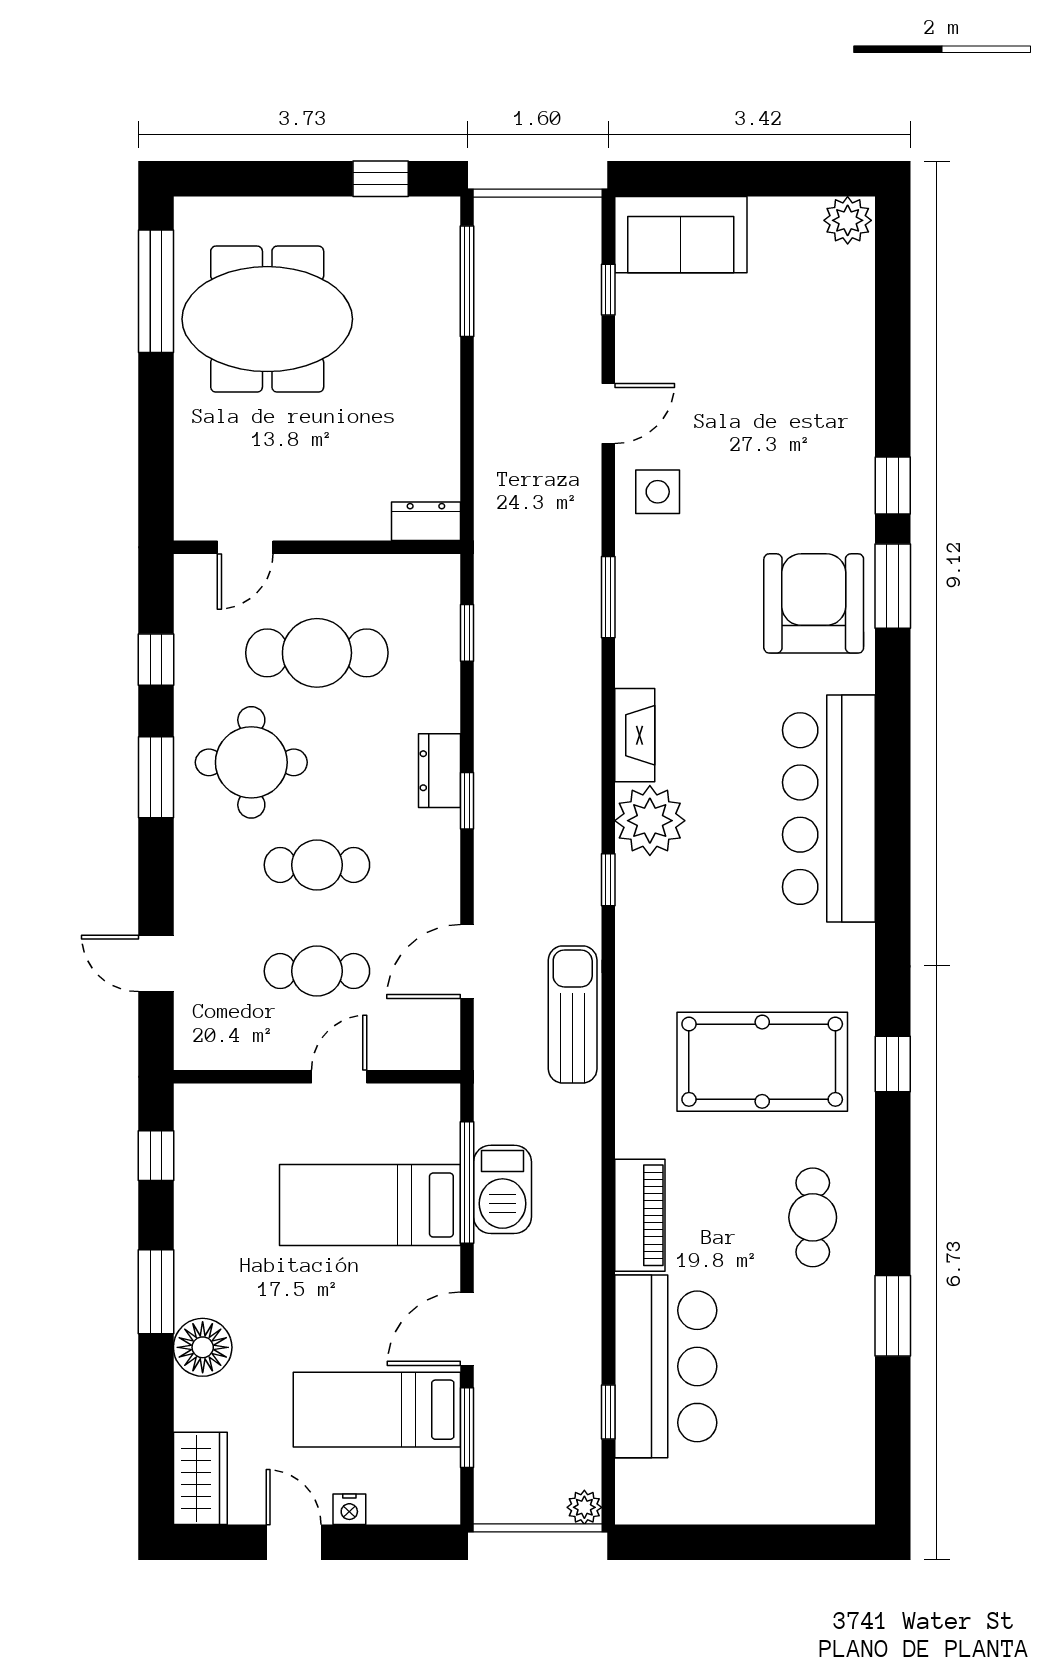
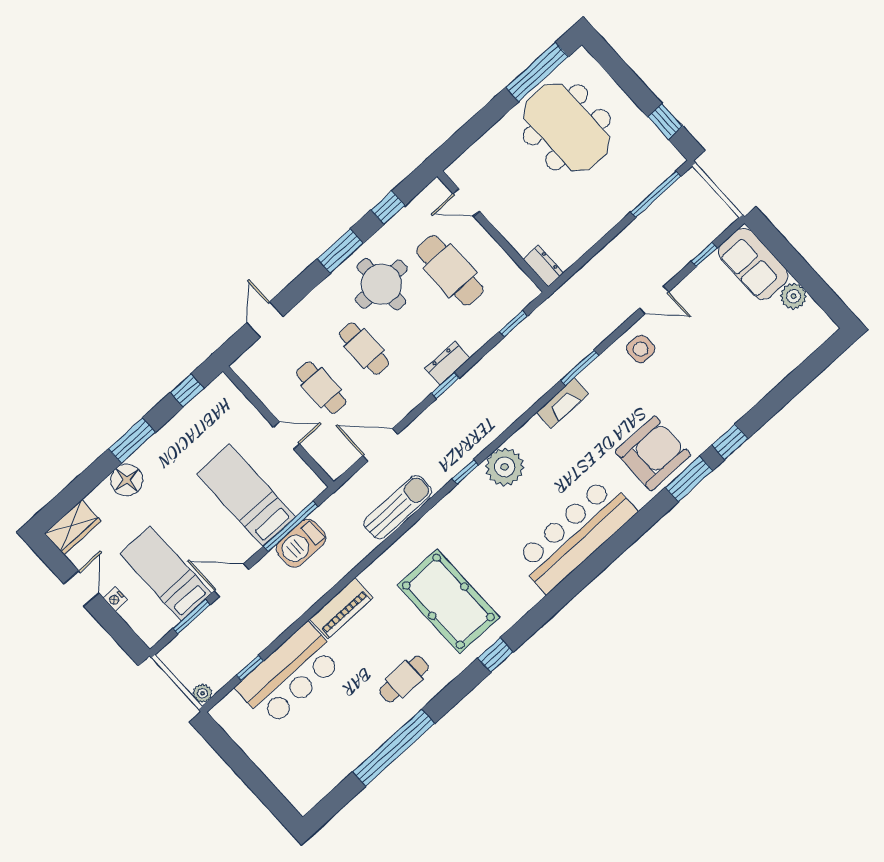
plant: (848, 220) -> (794, 296), moved
fireplace: (635, 735) -> (563, 403), moved
window: (893, 1316) -> (394, 748), width x2.11

